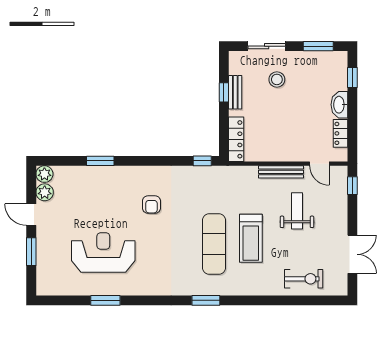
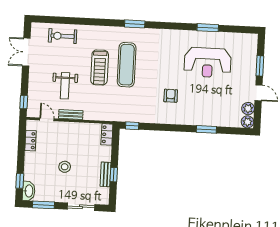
stool: (277, 79) -> (65, 167), moved
washbasin: (339, 105) -> (29, 191), moved
locker: (236, 139) -> (107, 134), width x0.66
bench: (281, 172) -> (71, 115), width x0.73
treadmill: (251, 238) -> (100, 67), turned 180

